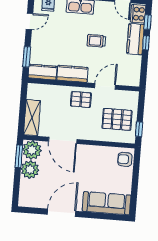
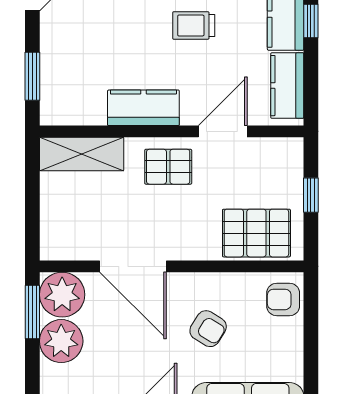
kitchen counter: (42, 72) -> (287, 86), moved, turned -90
shelving: (32, 118) -> (82, 154), moved, turned 90
pallet: (117, 119) -> (256, 233), moved
window: (139, 129) -> (311, 195), moved
armchair: (92, 169) -> (208, 329), added

